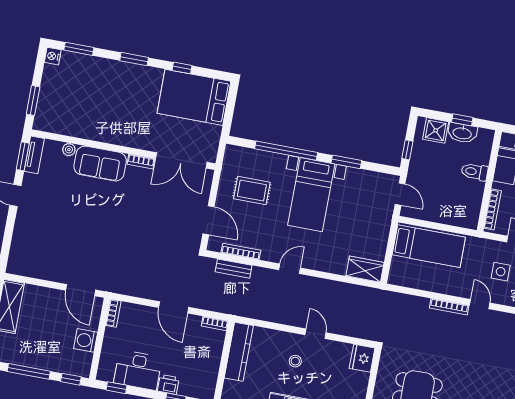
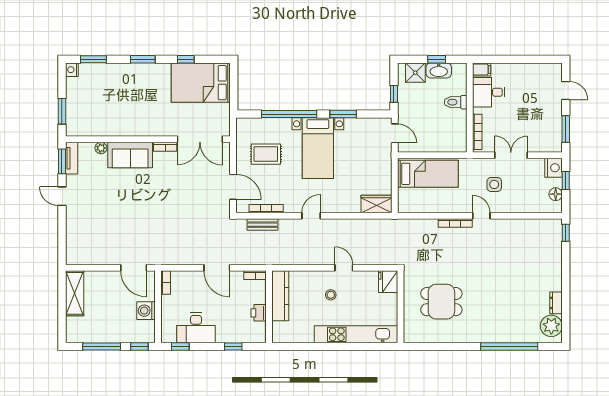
printer: (168, 384) -> (259, 313), moved, turned -90

